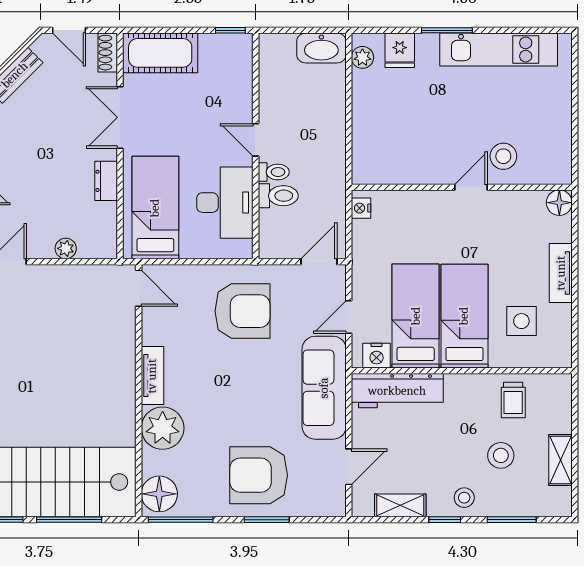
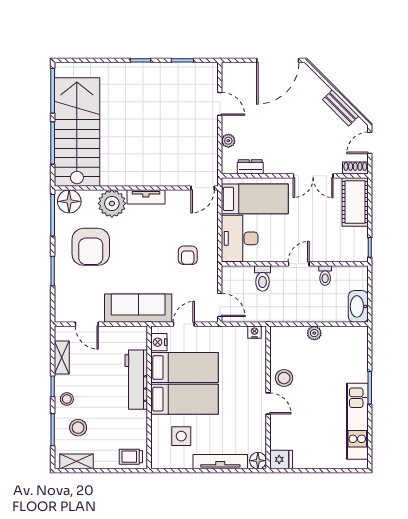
fridge: (400, 50) -> (281, 459), moved, turned 180
plant: (362, 57) -> (314, 333), moved
double door: (120, 117) -> (313, 176), swing flipped
stool: (503, 156) -> (284, 378), moved
toilet: (274, 172) -> (325, 276), moved
dresser: (106, 181) -> (250, 167), moved
desk: (225, 203) -> (240, 238), moved, turned 90
tv unit: (561, 273) -> (220, 462), width x1.41
armchair: (242, 311) -> (188, 255), width x0.53, depth x0.53
door: (349, 317) -> (184, 324), hinge flipped
workbench: (397, 391) -> (136, 380), moved
trolley: (513, 400) -> (131, 457), moved
stool: (501, 455) -> (78, 428), moved
shelving: (561, 460) -> (77, 461), moved
armchair: (259, 475) -> (91, 247), moved, turned 180

